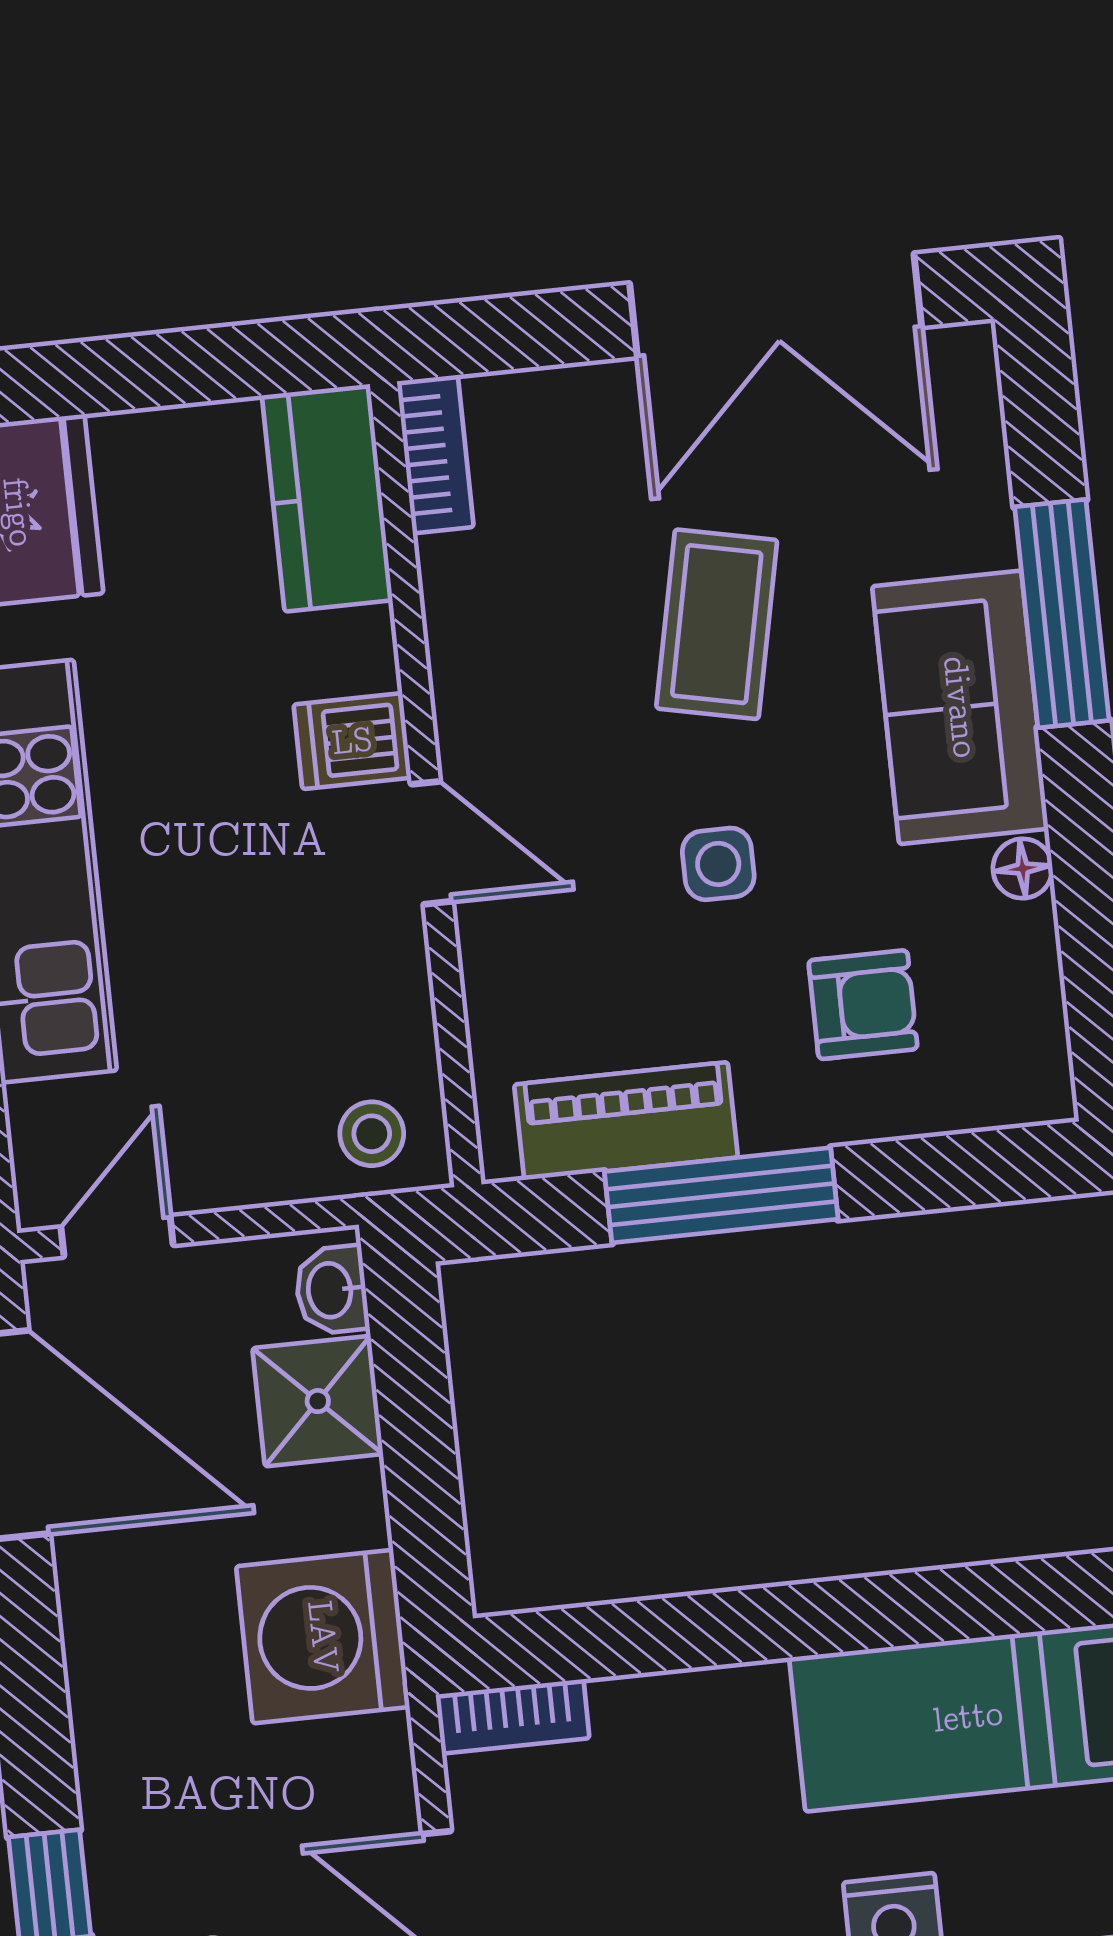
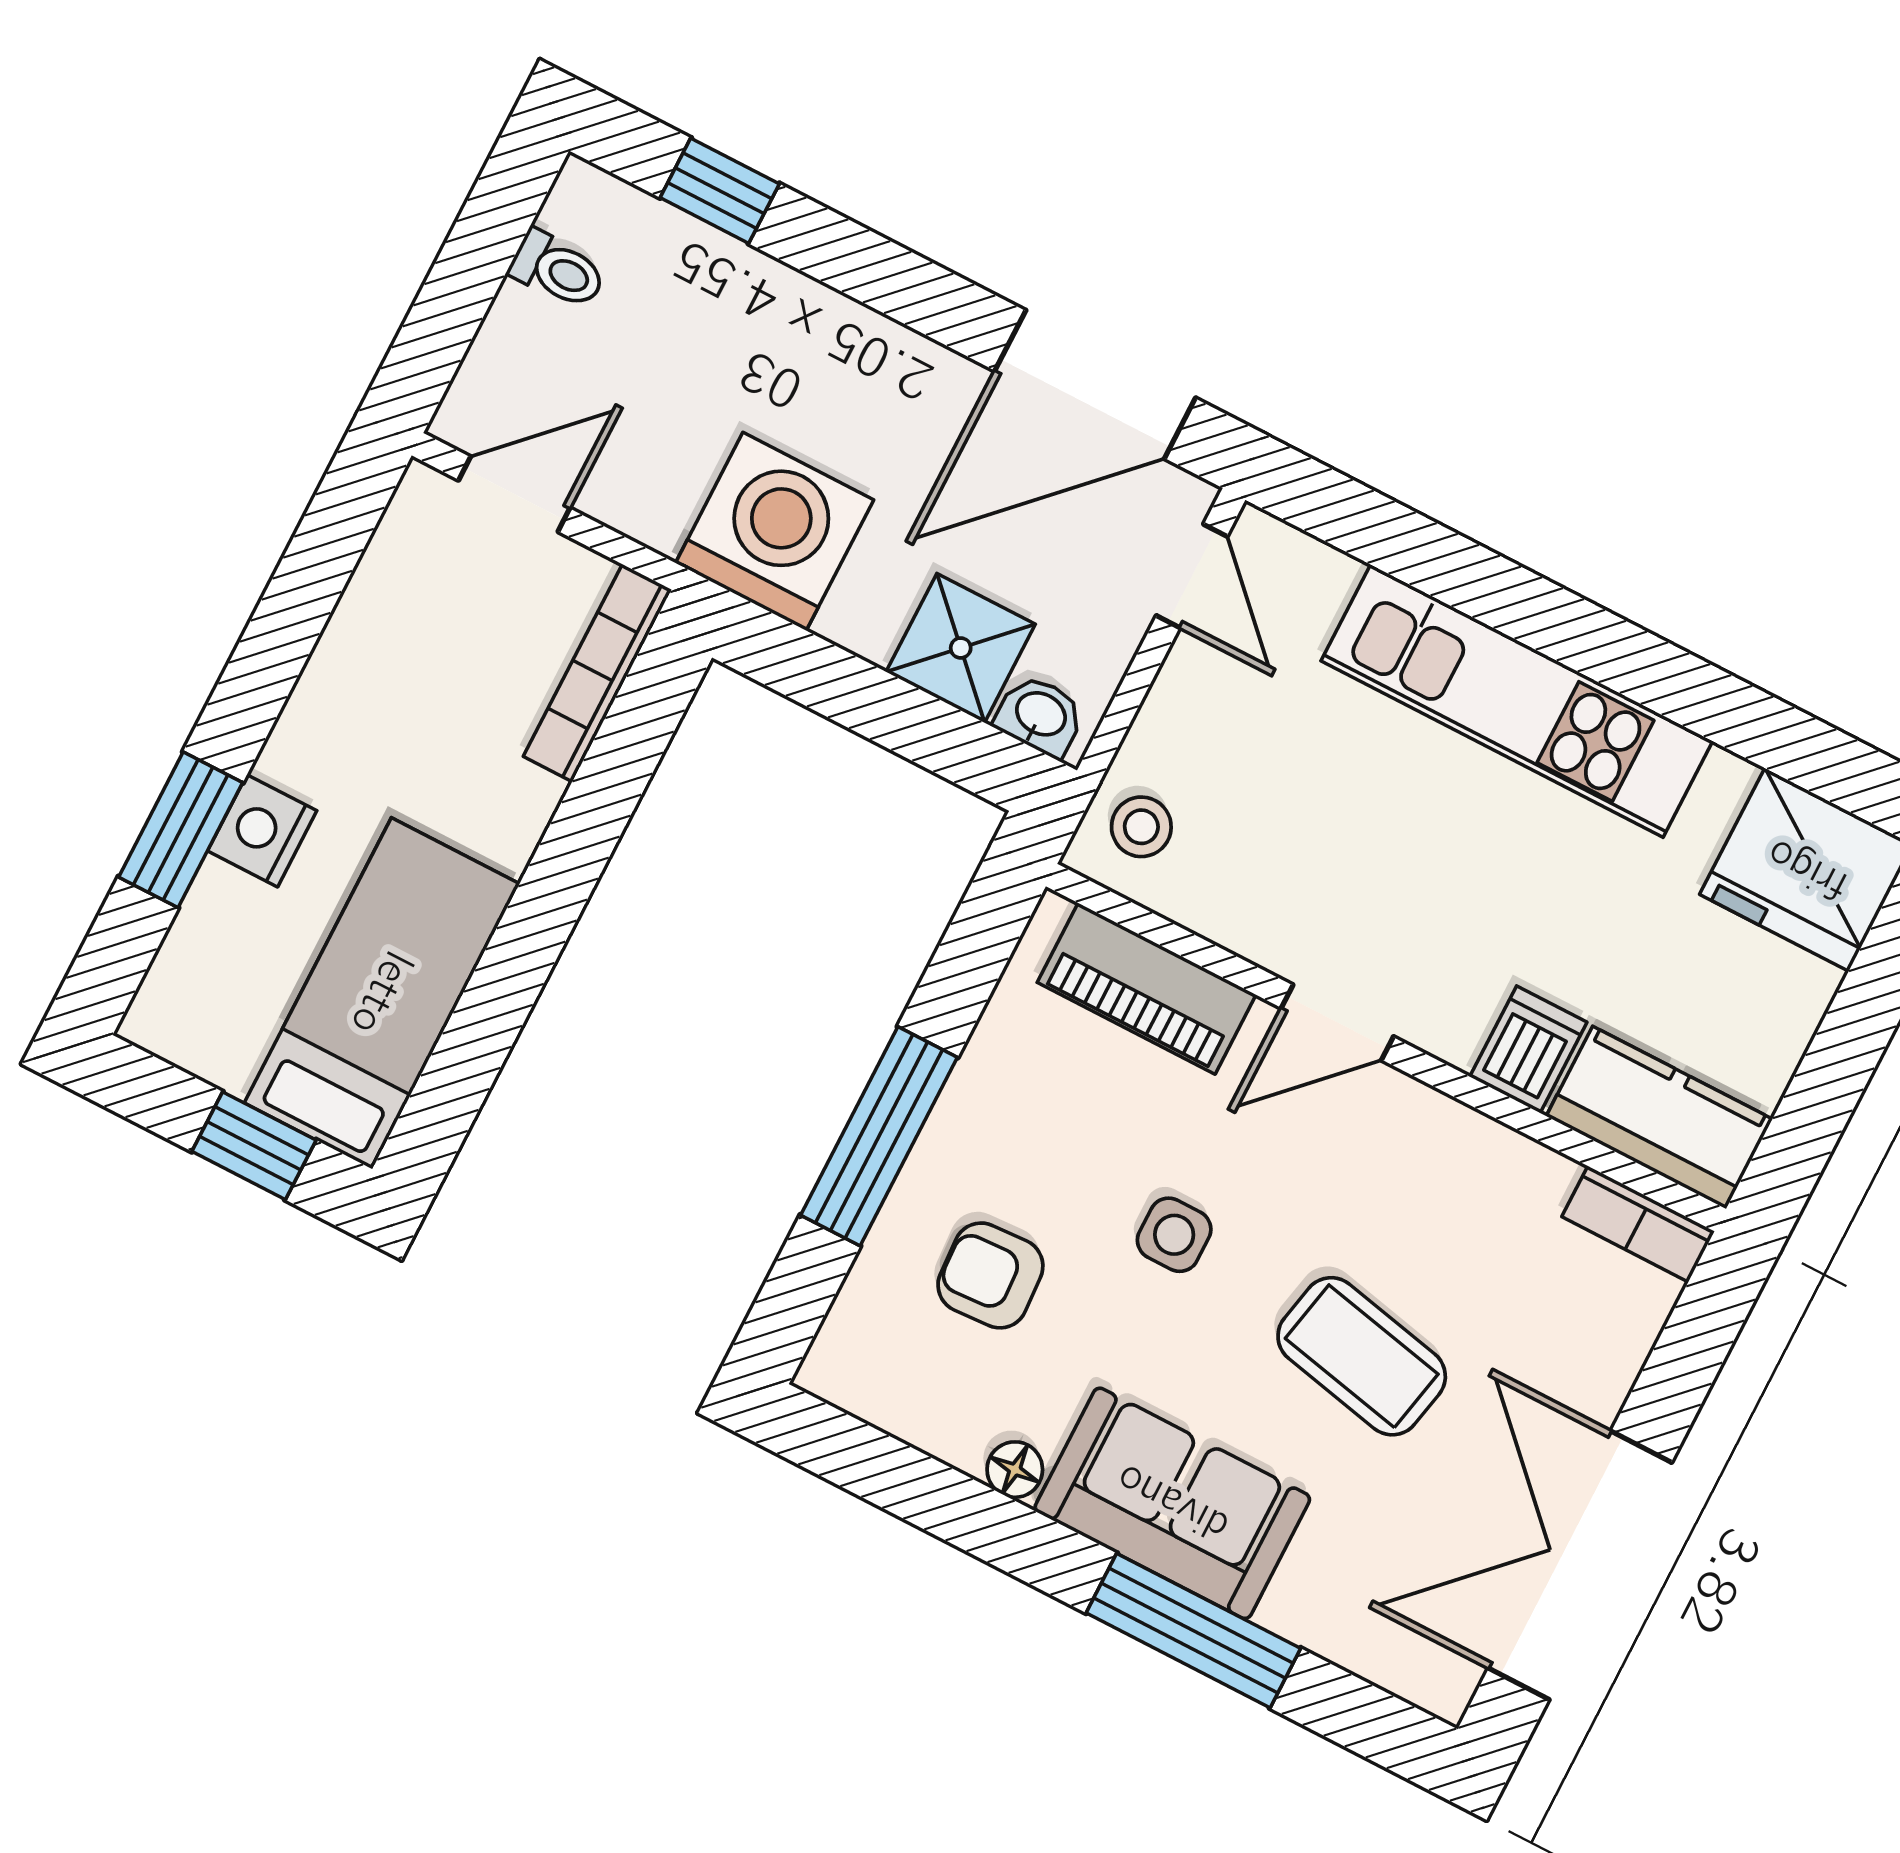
dishwasher: (352, 741) -> (1528, 1049), moved
armchair: (863, 1005) -> (990, 1275), turned 87
piano: (626, 1121) -> (1147, 989), moved, turned 90
window: (721, 1195) -> (879, 1136), moved
bookcase: (513, 1716) -> (597, 673), width x1.56

